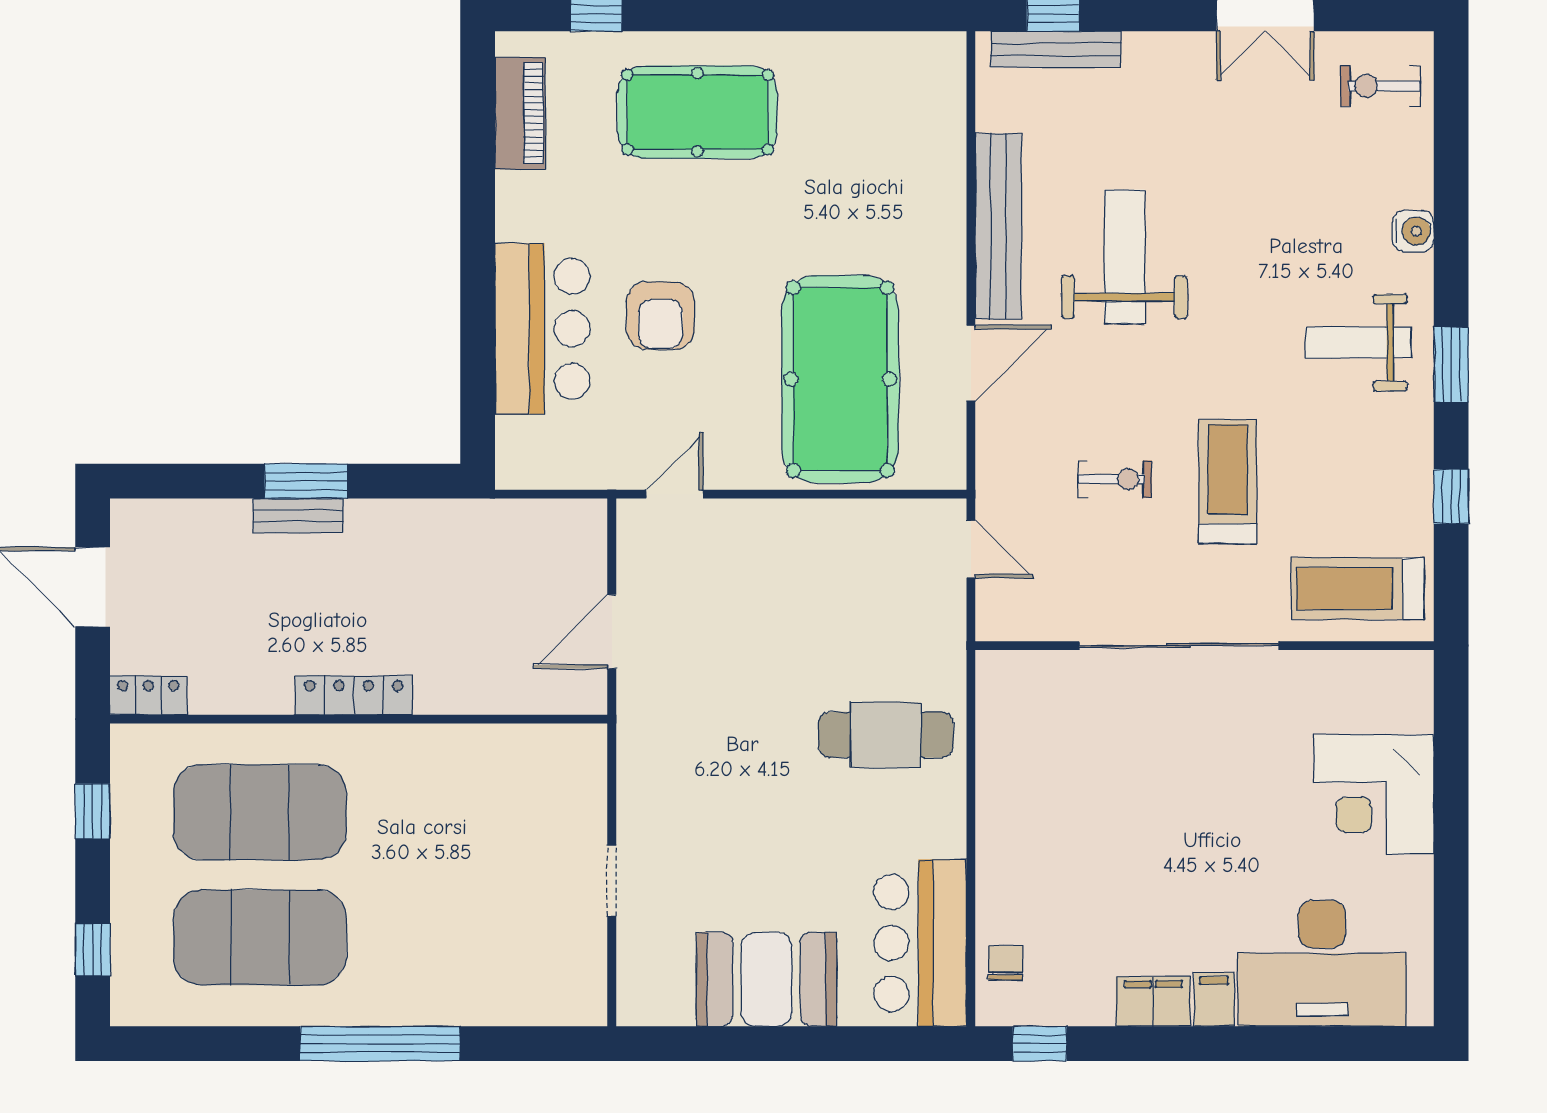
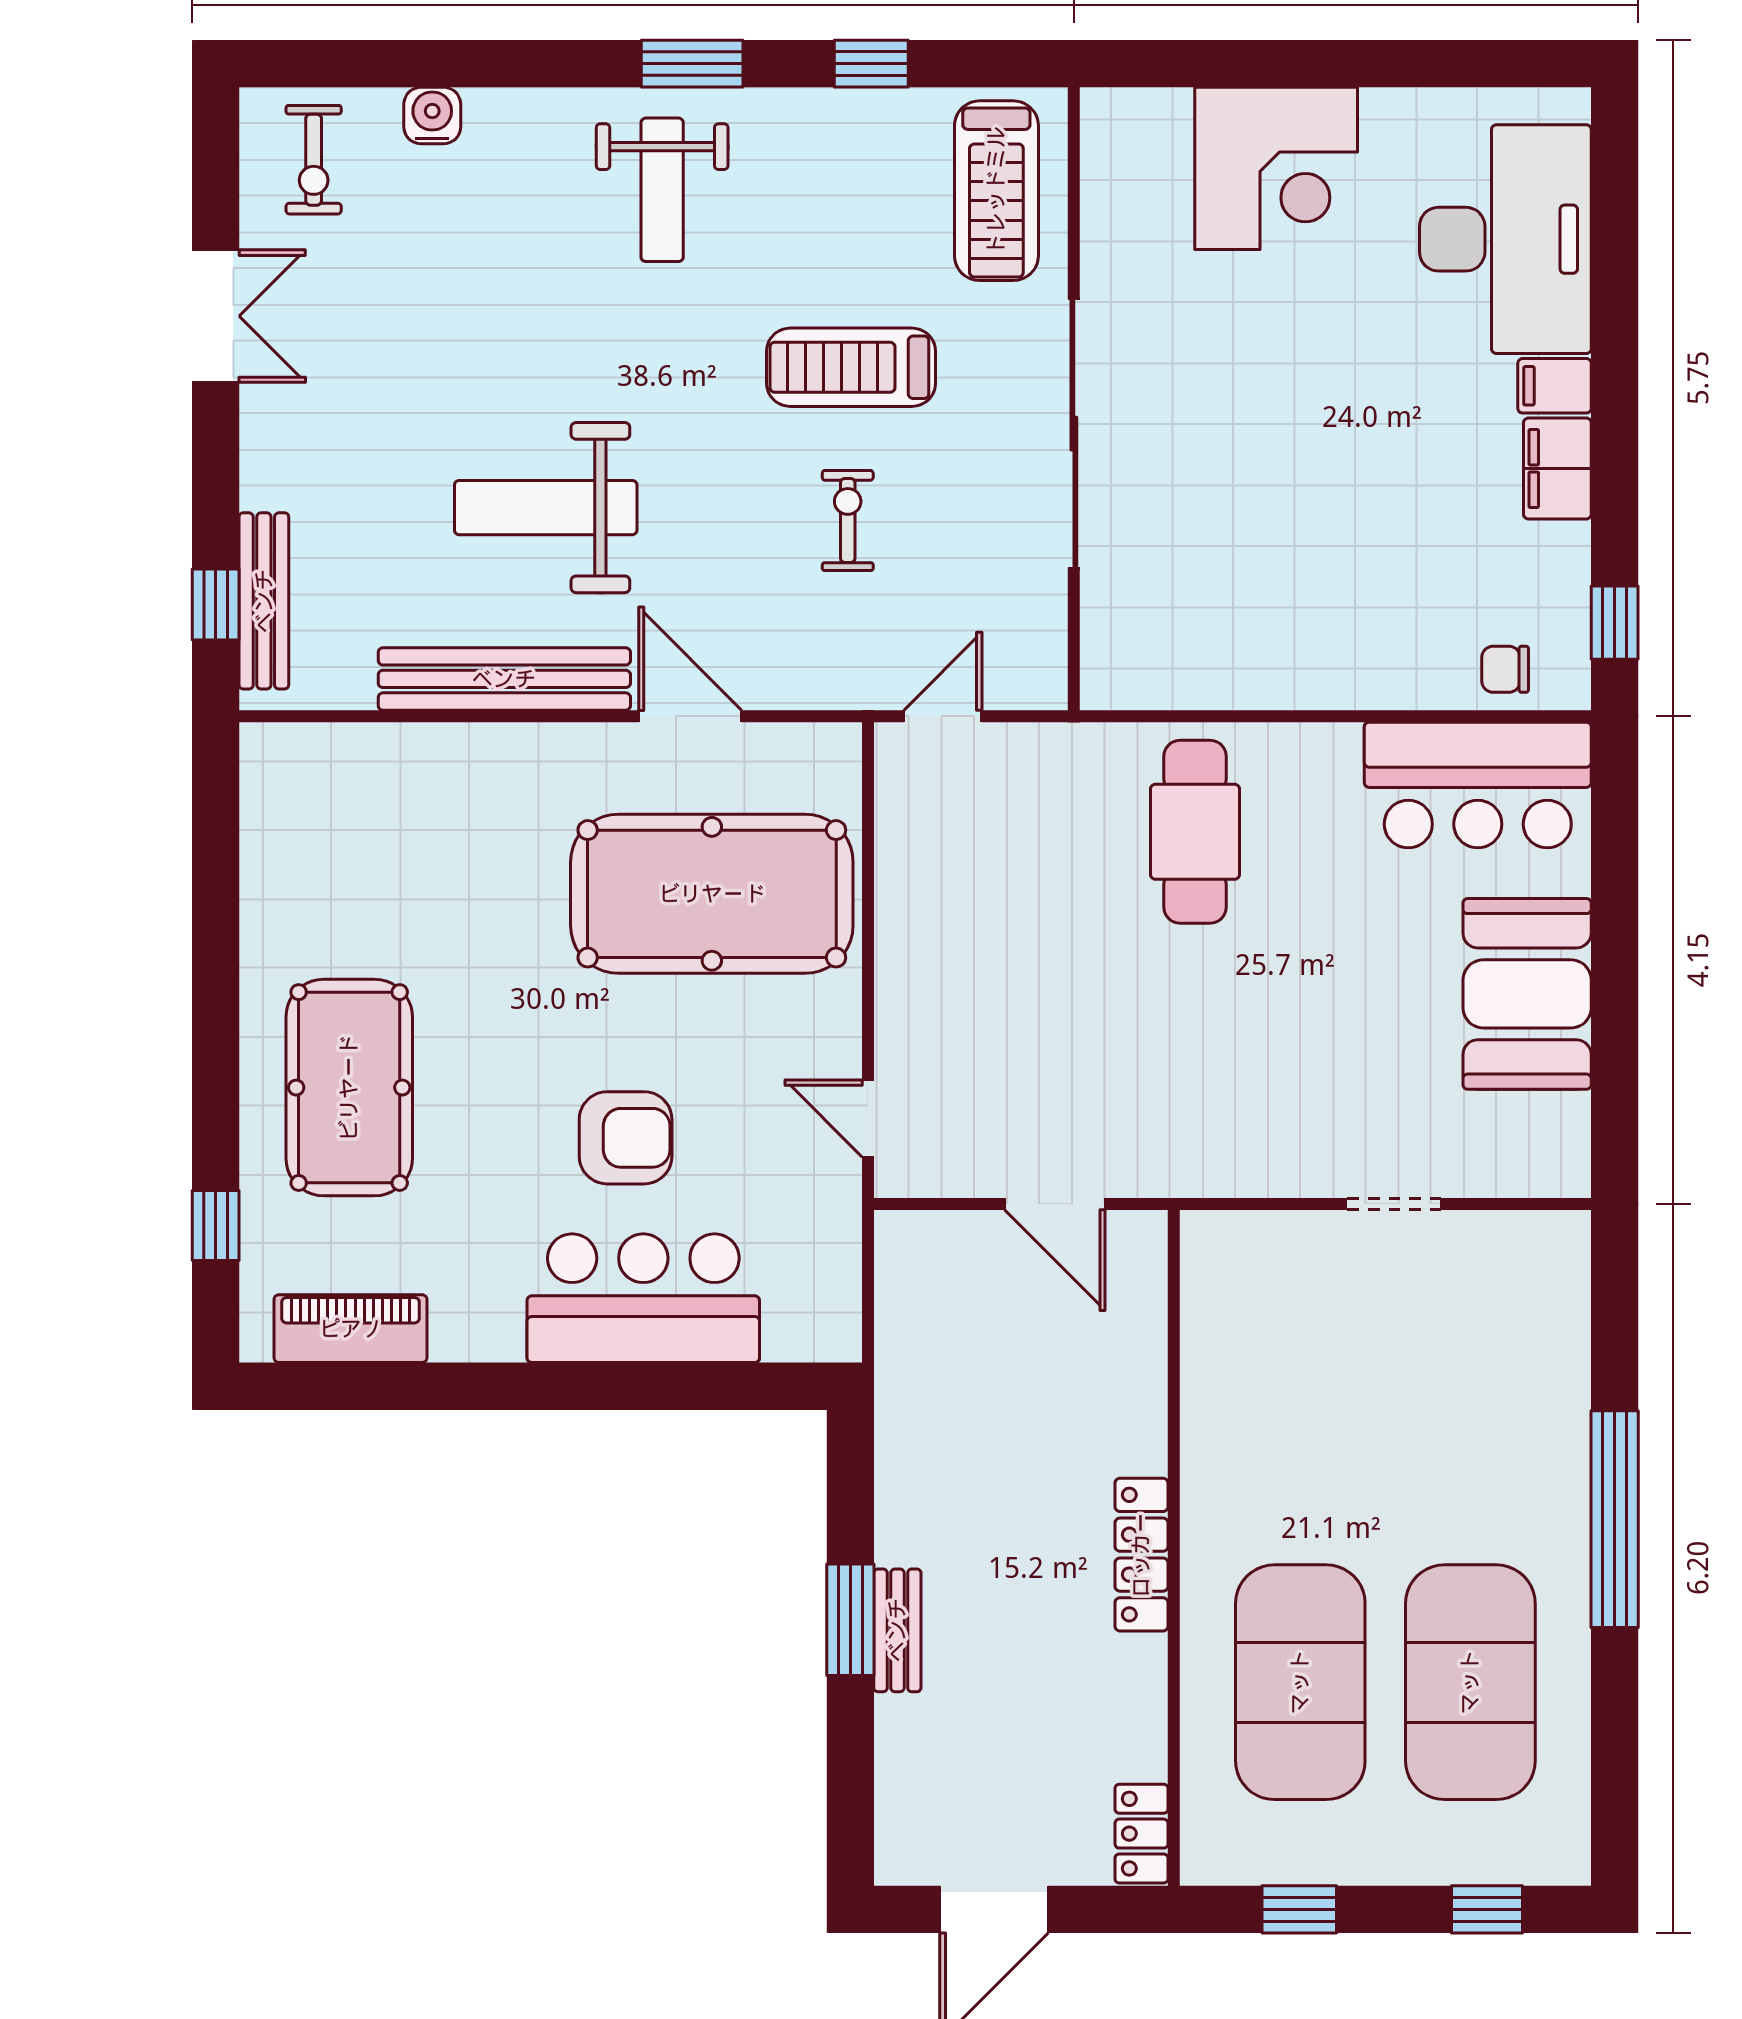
water cooler: (1413, 231) -> (432, 116), moved

